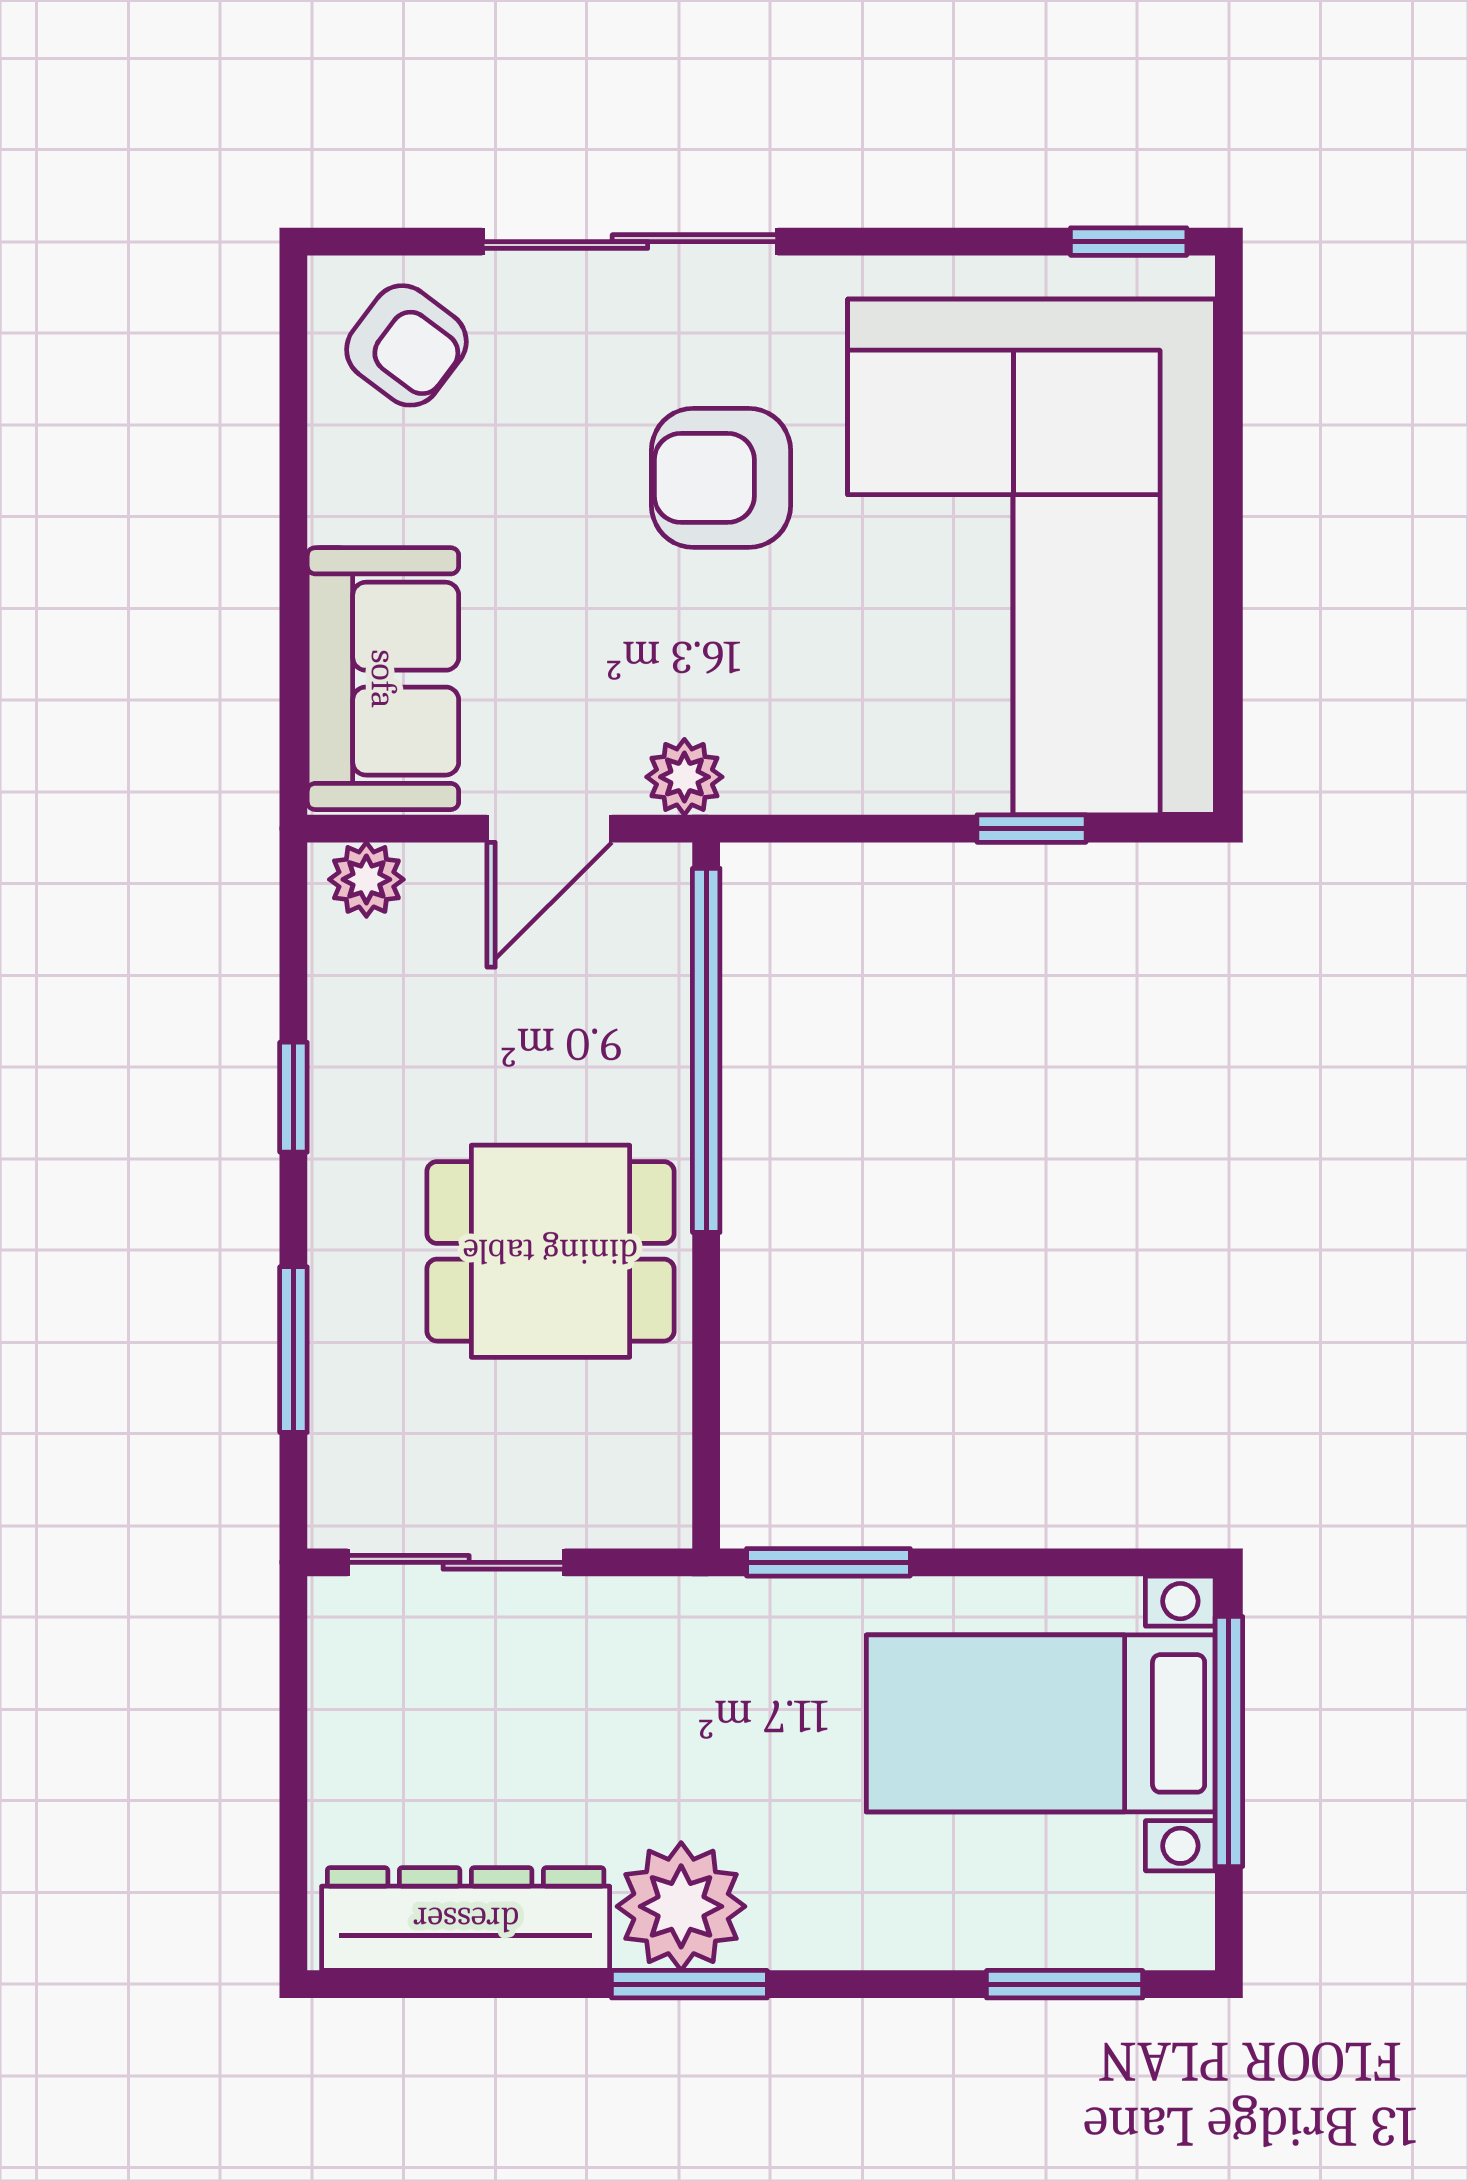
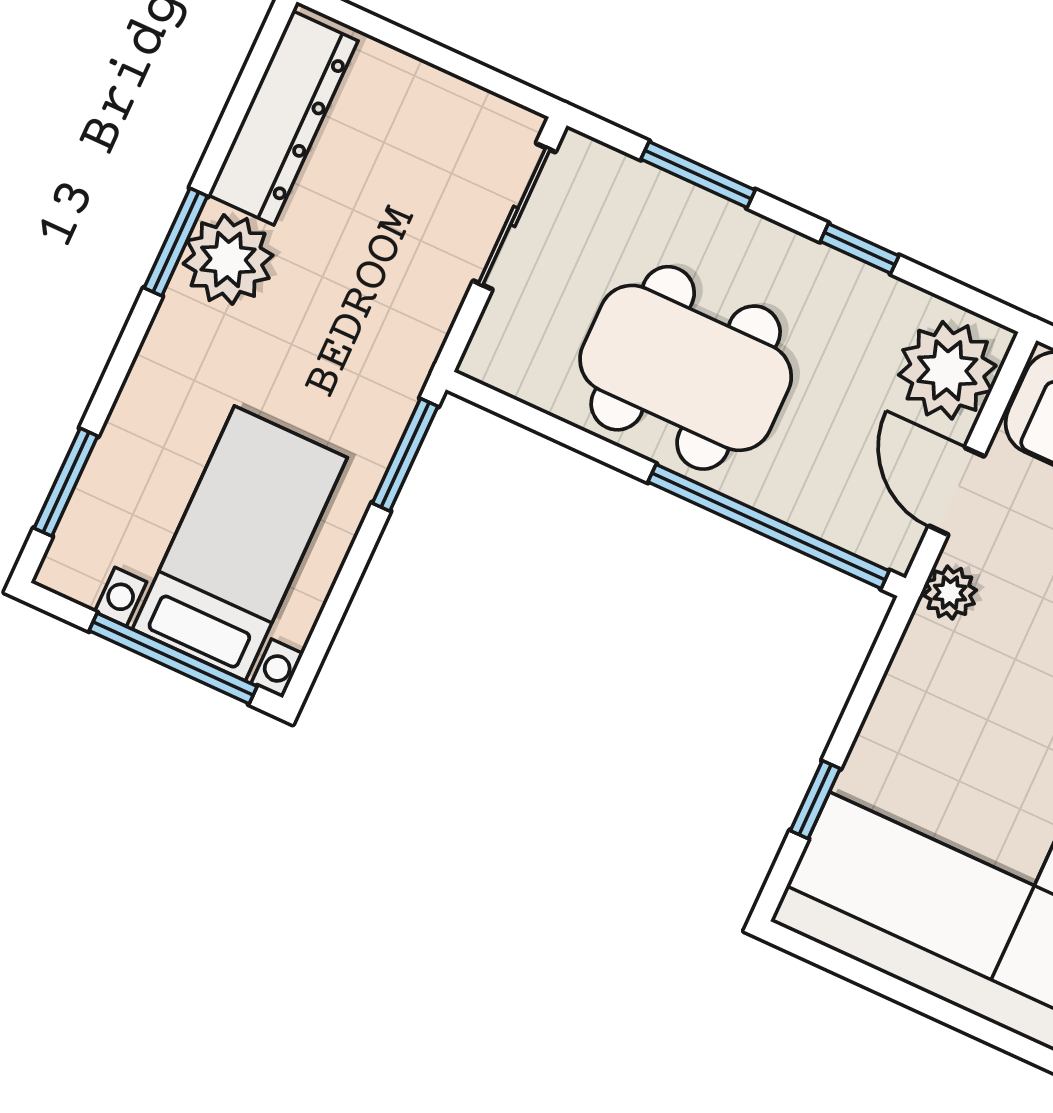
plant: (366, 879) -> (947, 370), width x1.87, depth x1.87
dining table: (550, 1251) -> (686, 368), width x1.38

